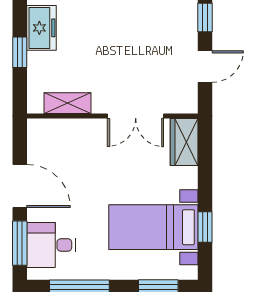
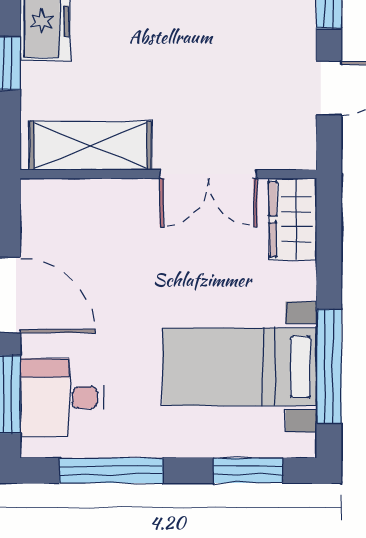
shelving: (67, 103) -> (91, 146), width x1.50, depth x1.33
window: (205, 227) -> (329, 366), width x2.17

